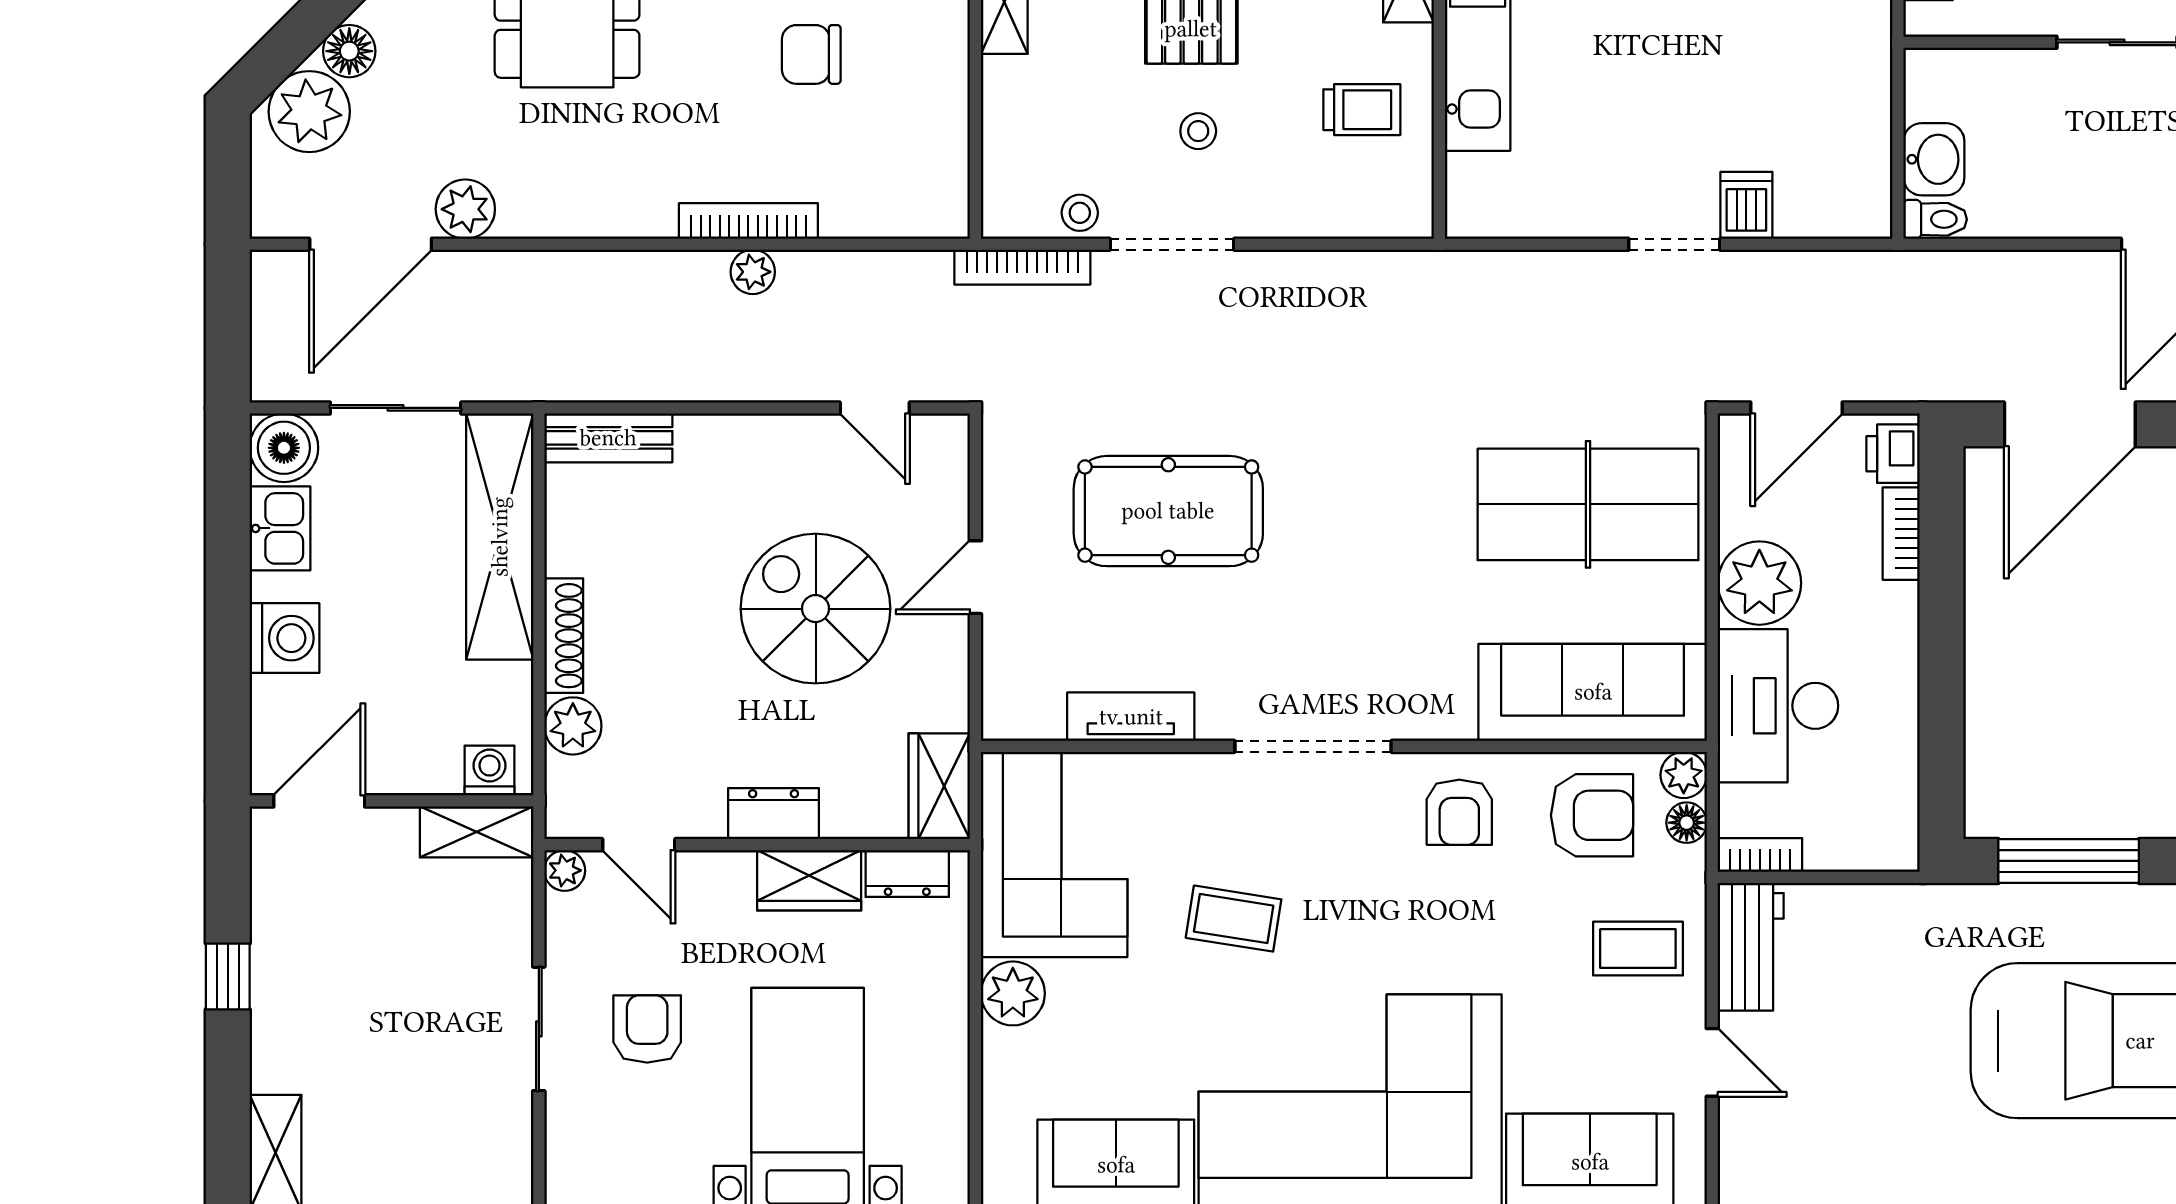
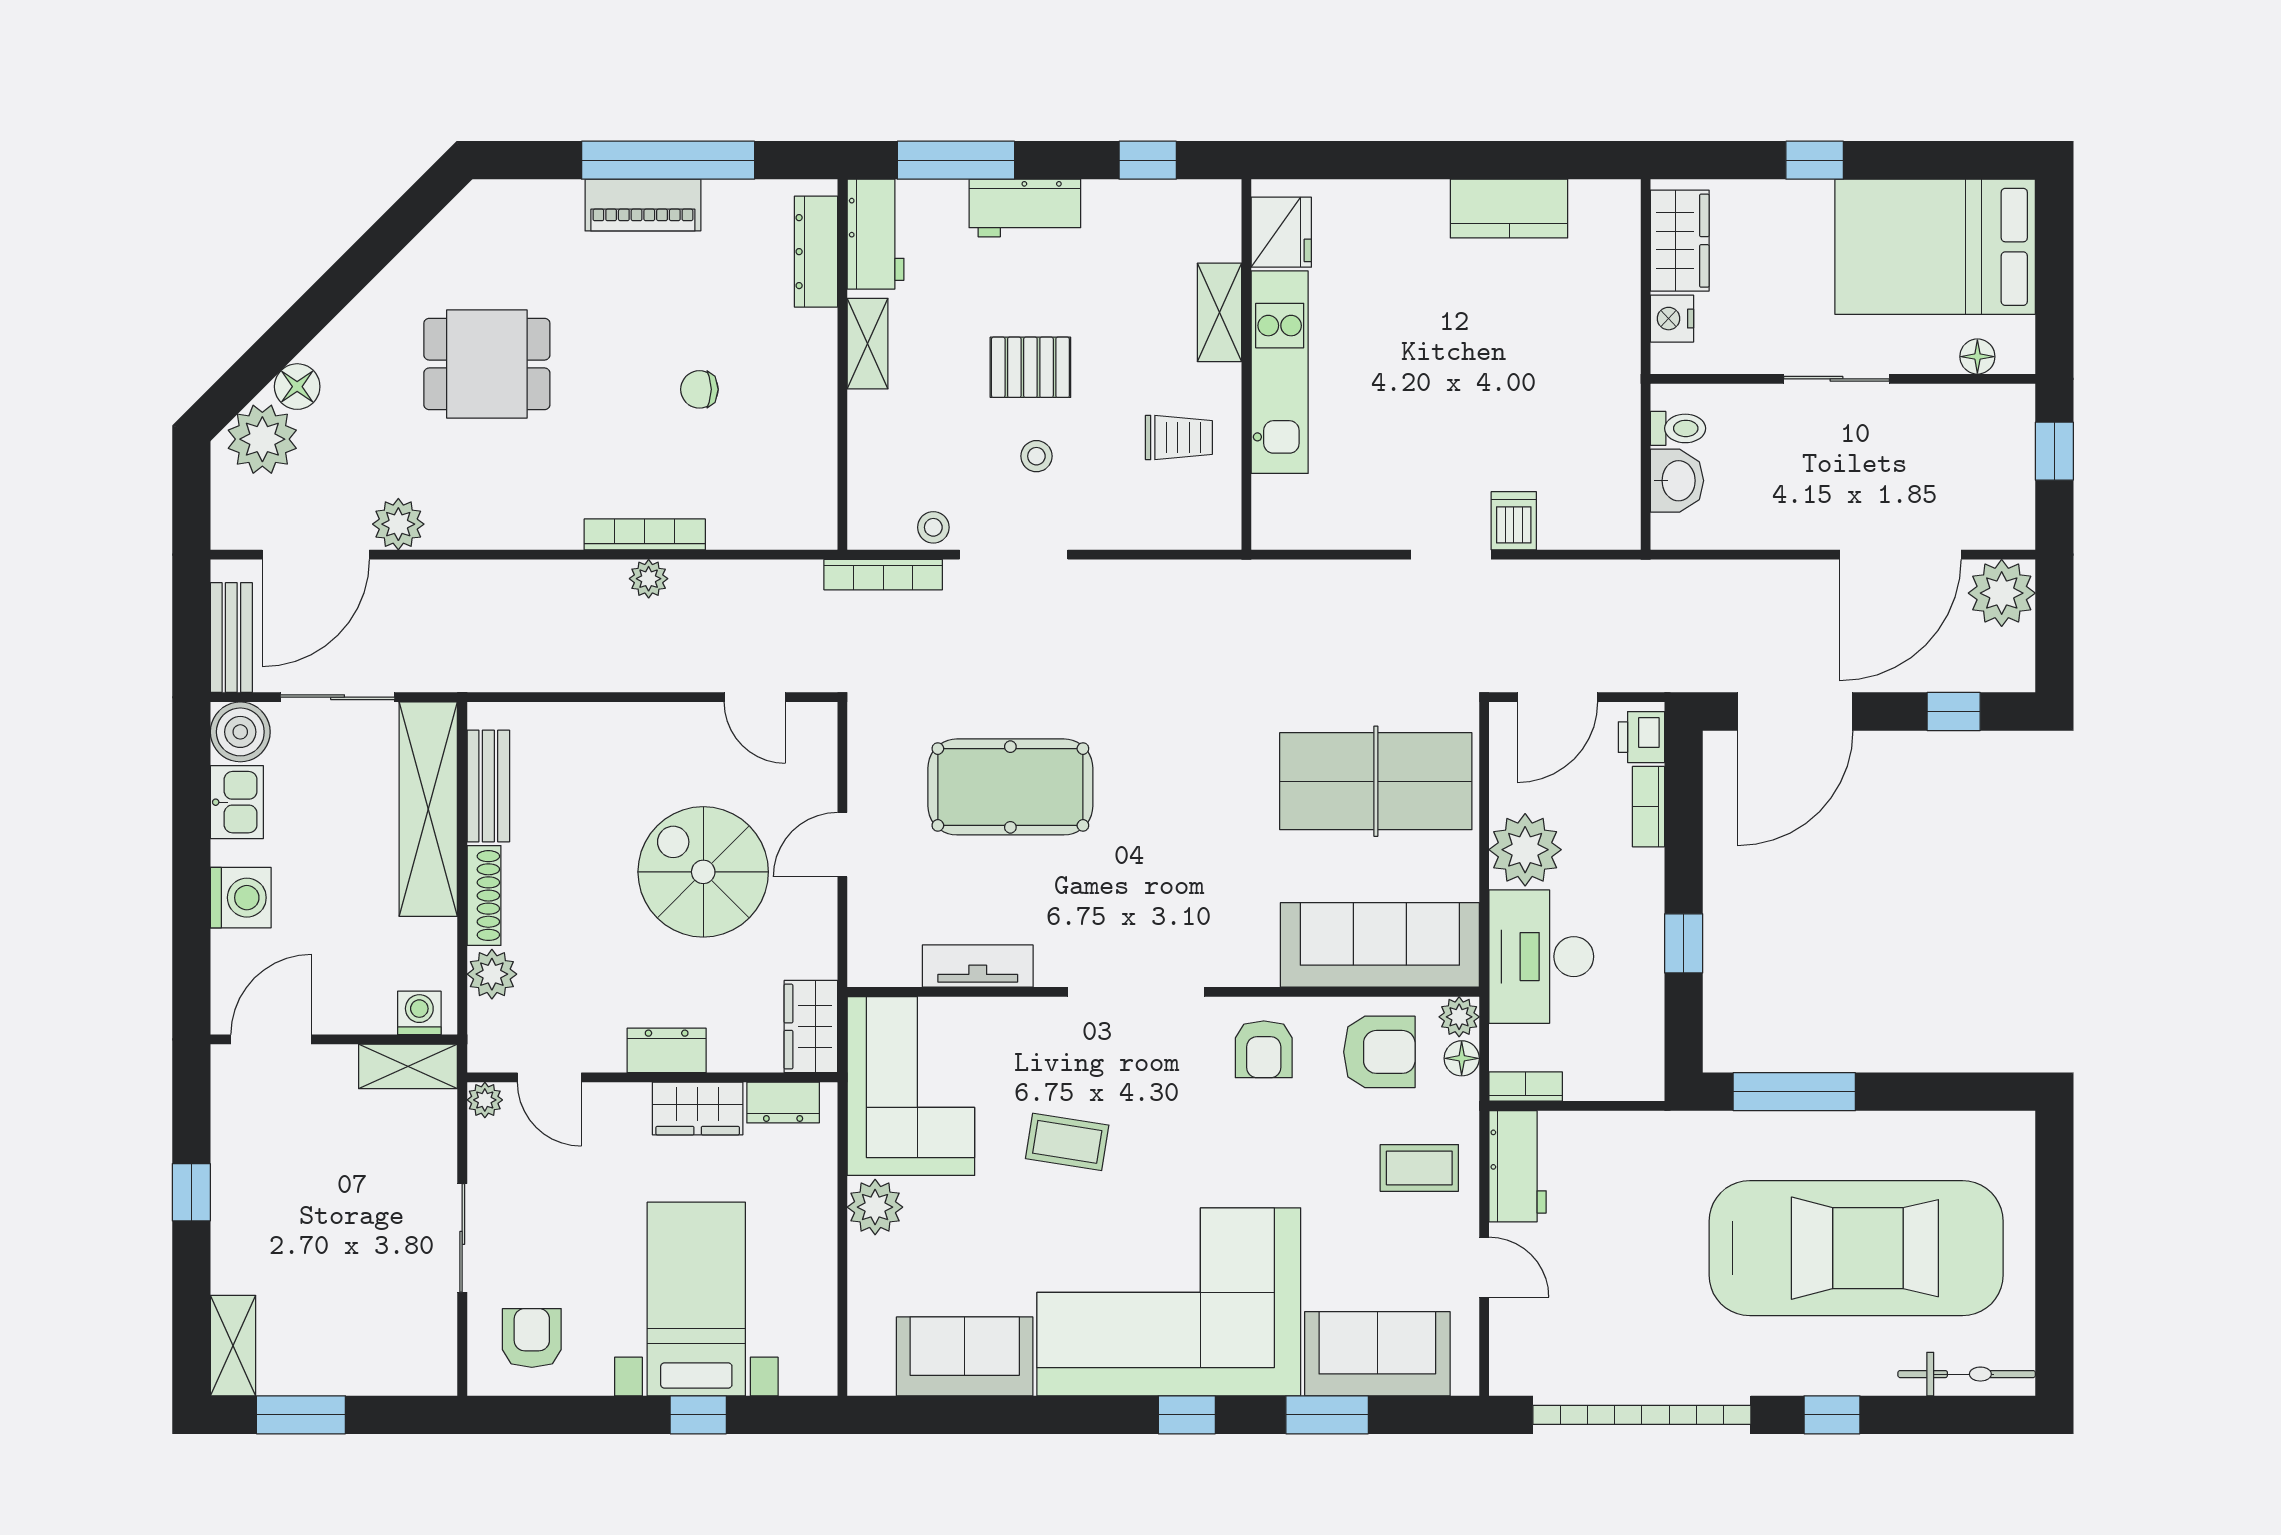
chair: (811, 54) -> (699, 389), width x0.73, depth x0.73
toilet: (1935, 219) -> (1678, 428), moved
bench: (274, 339) -> (231, 638), added
bench: (608, 438) -> (488, 786), moved, turned 90
window: (1941, 691) -> (1684, 943), added
armchair: (647, 1029) -> (532, 1338), moved

